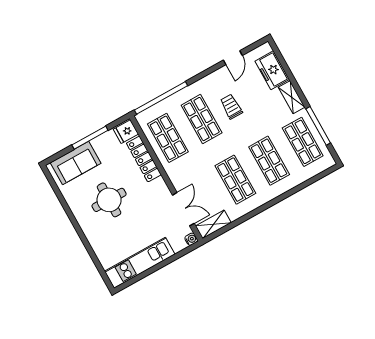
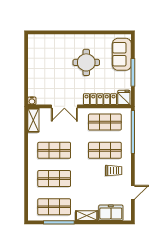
door: (233, 58) -> (133, 192), swing flipped
trolley: (231, 107) -> (114, 171), moved
double door: (183, 209) -> (64, 106), moved
kitchen unit: (140, 263) -> (35, 60), removed

